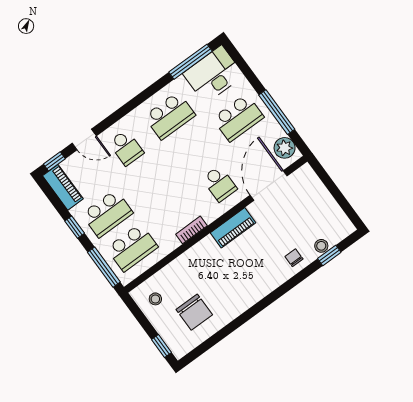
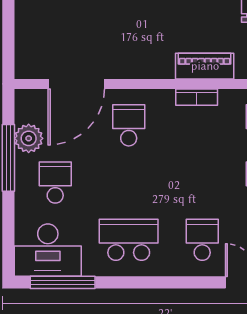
school desk: (238, 118) -> (55, 183), width x0.54
plant: (285, 148) -> (29, 138), moved
piano: (233, 228) -> (205, 66), moved

